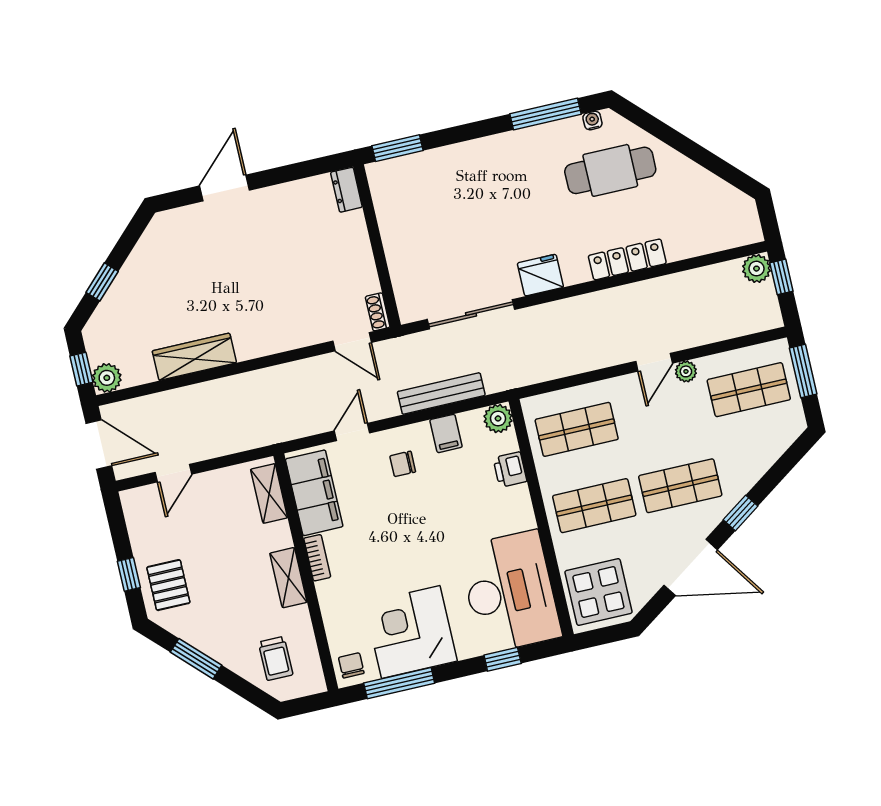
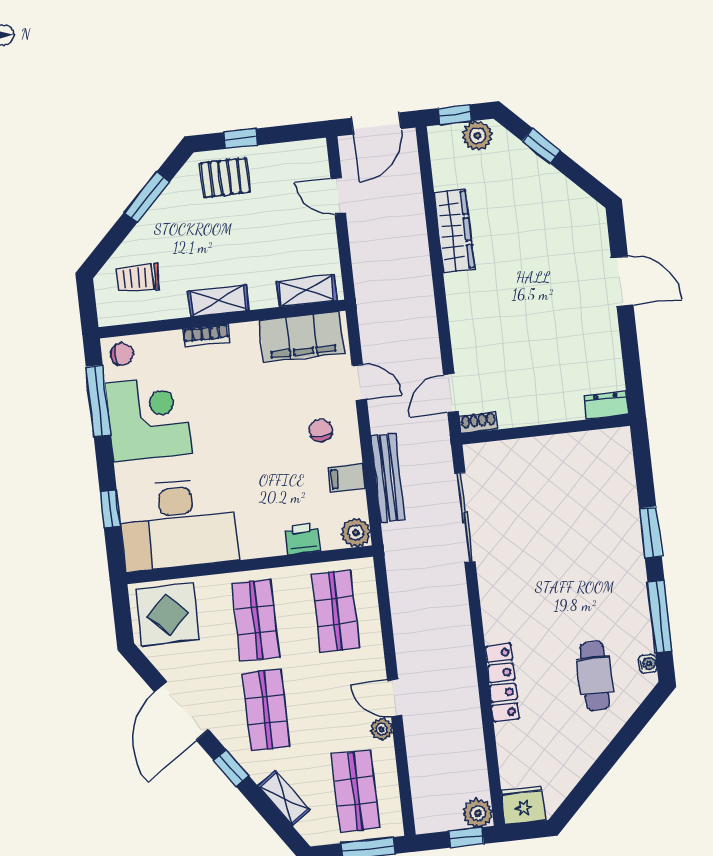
window: (398, 148) -> (650, 532), moved
cafe table: (610, 170) -> (595, 676), width x0.73, depth x0.74
fridge: (540, 275) -> (523, 805), moved, turned -90
plant: (107, 378) -> (477, 136), moved
shelving: (764, 458) -> (284, 798), added
bookcase: (317, 558) -> (206, 336), moved

